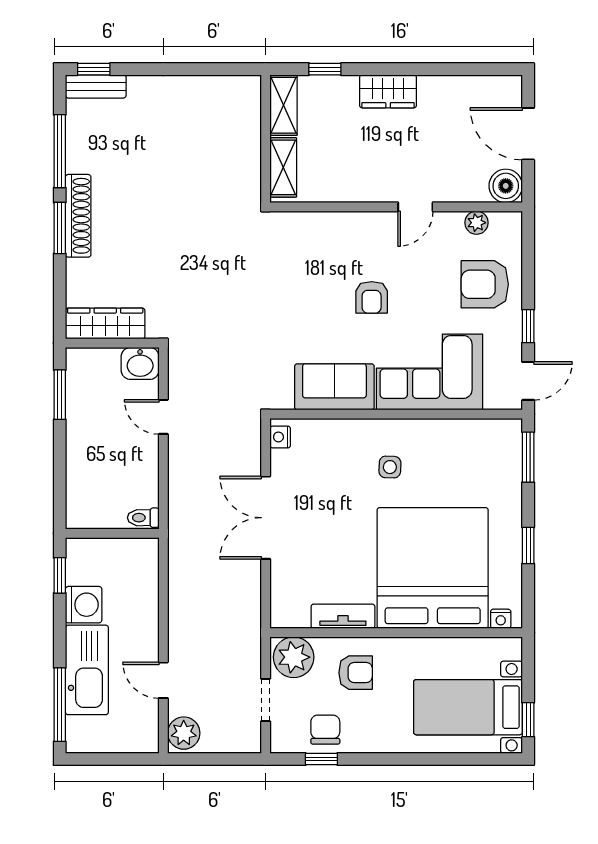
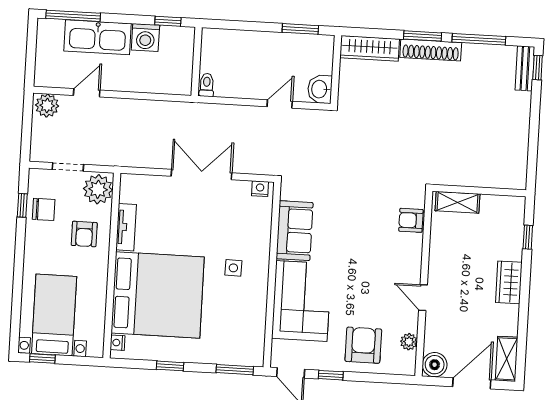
shelving: (283, 105) -> (507, 359), moved, turned 90
armchair: (372, 297) -> (411, 220), moved
wardrobe: (105, 323) -> (370, 48), moved, turned 90

